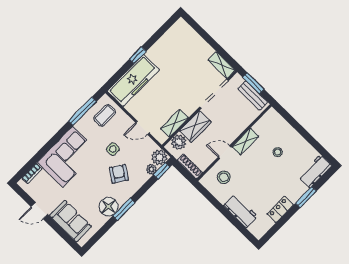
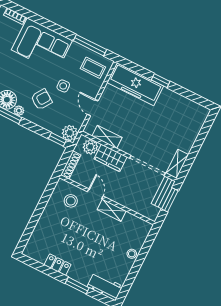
bench: (253, 95) -> (163, 192), moved
stool: (278, 152) -> (132, 254), moved
plant: (151, 169) -> (19, 111), moved
workbench: (240, 211) -> (44, 227), removed

